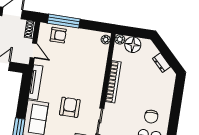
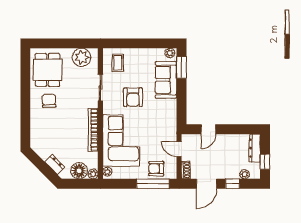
dresser: (161, 63) -> (54, 164), moved
corner sofa: (88, 68) -> (121, 140), added
tv unit: (35, 82) -> (172, 117), removed

